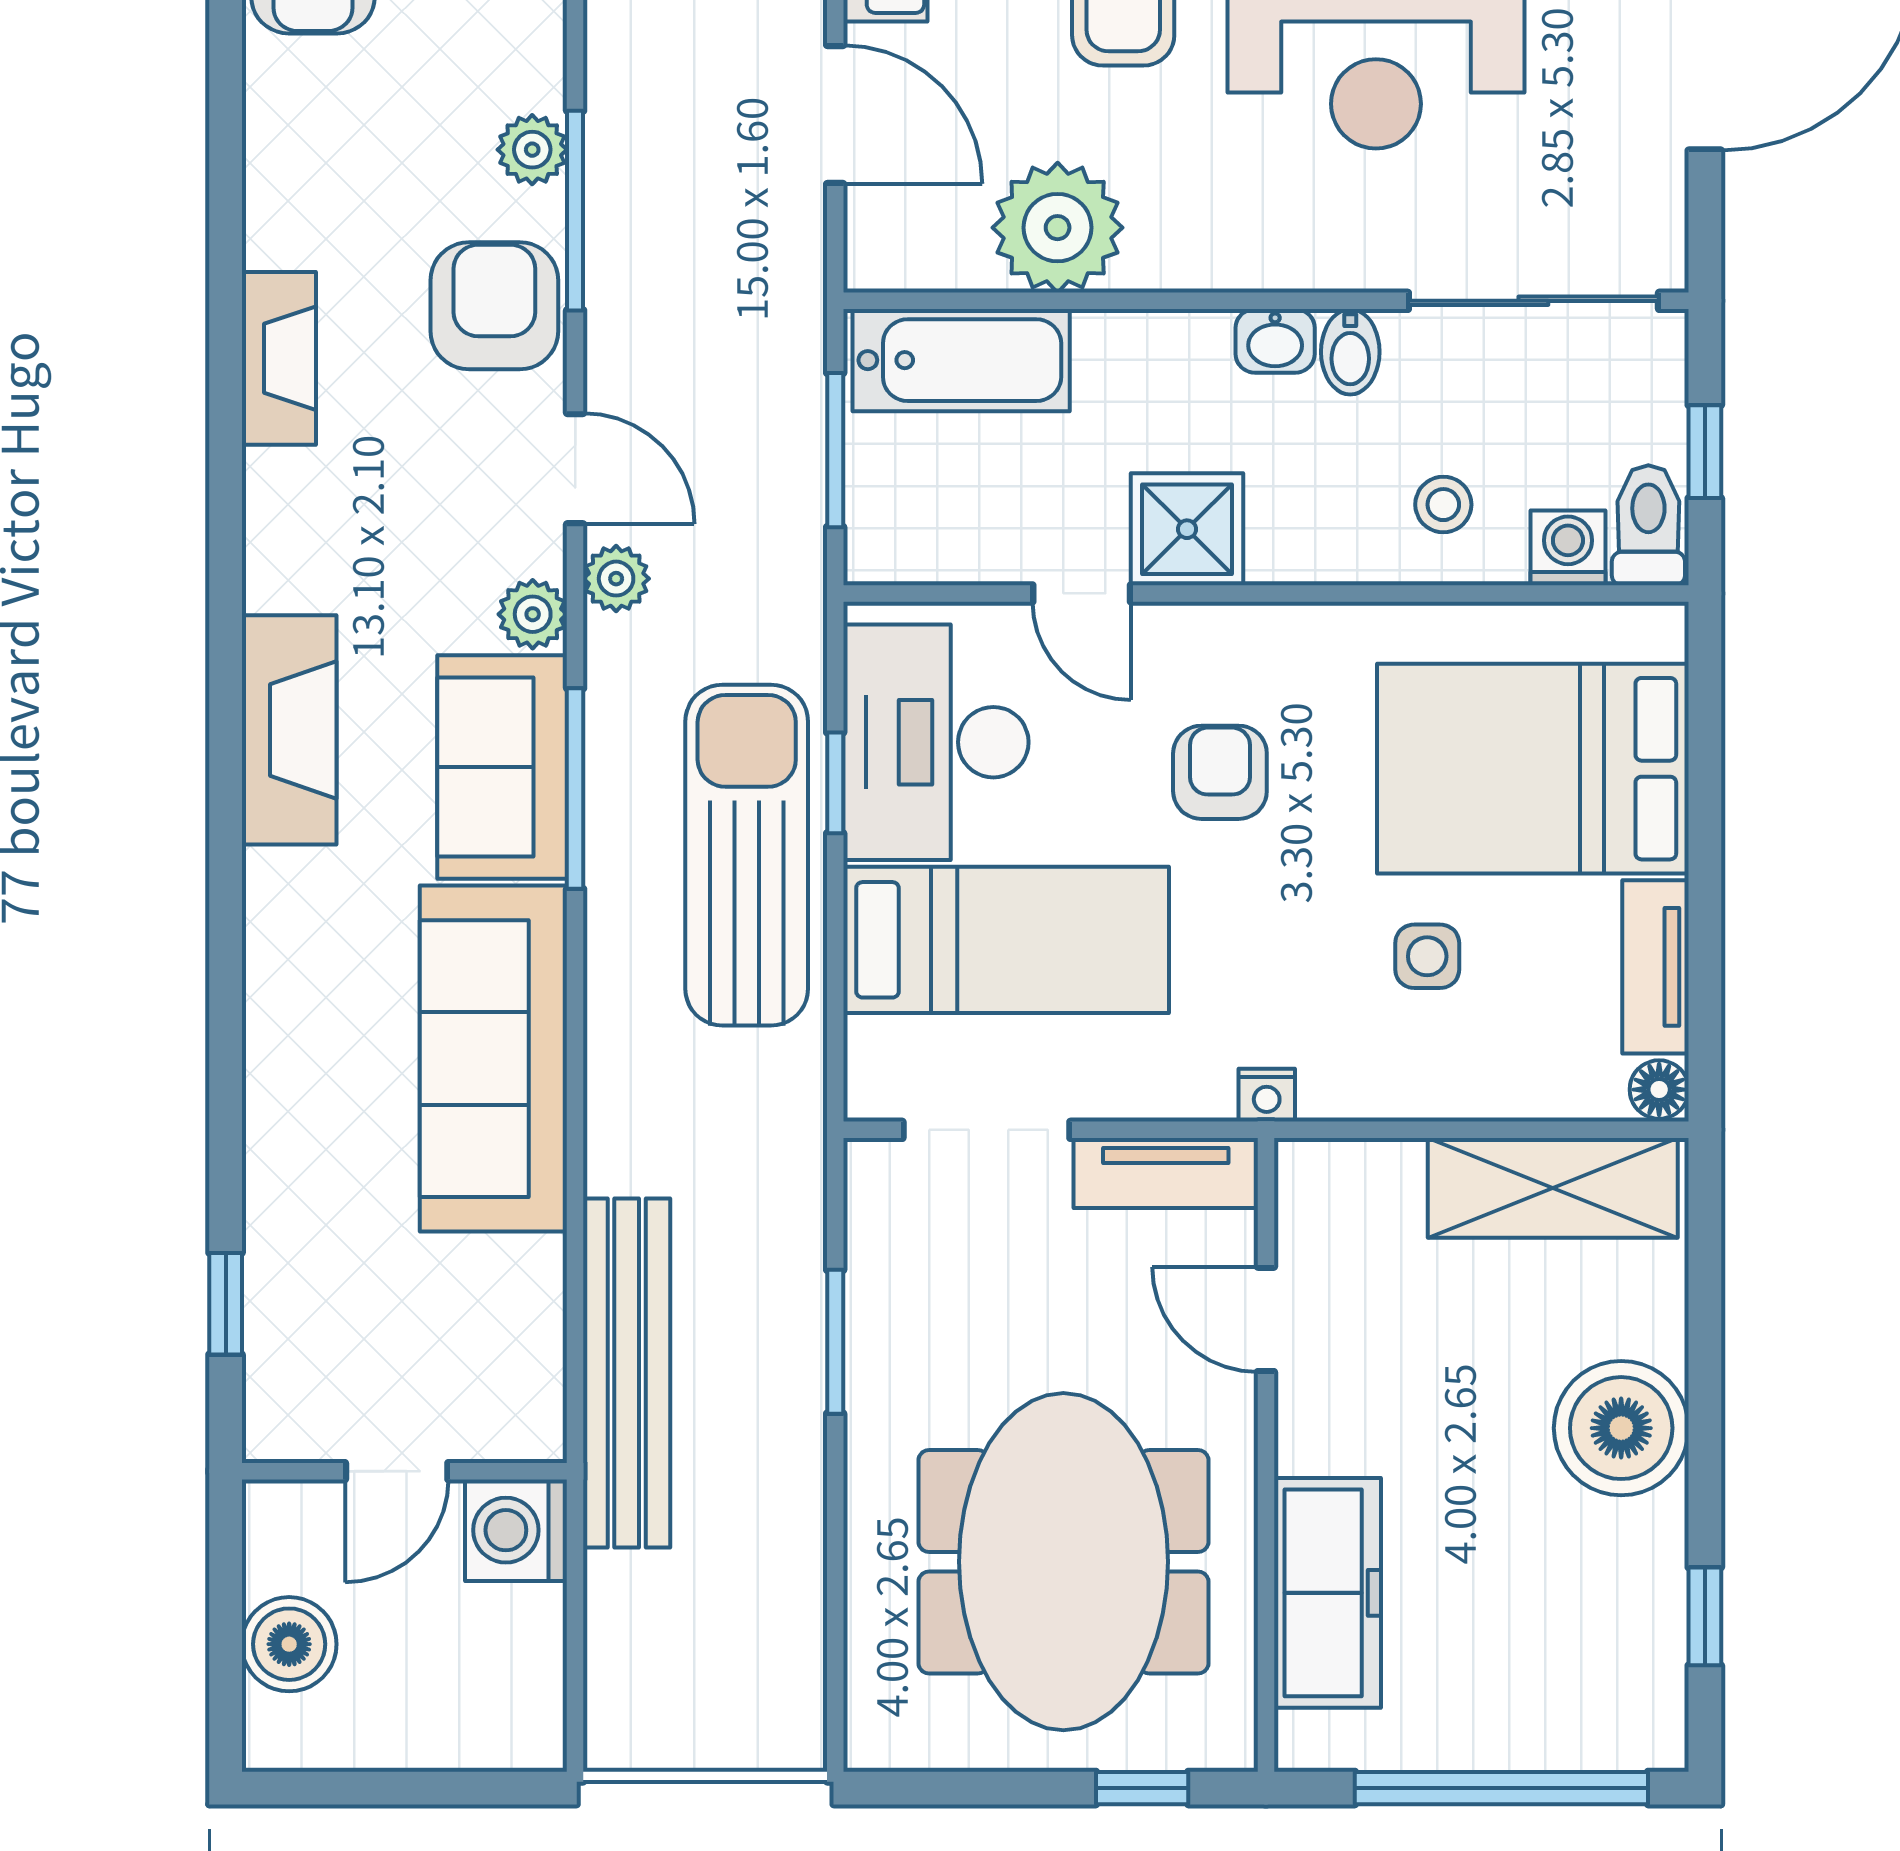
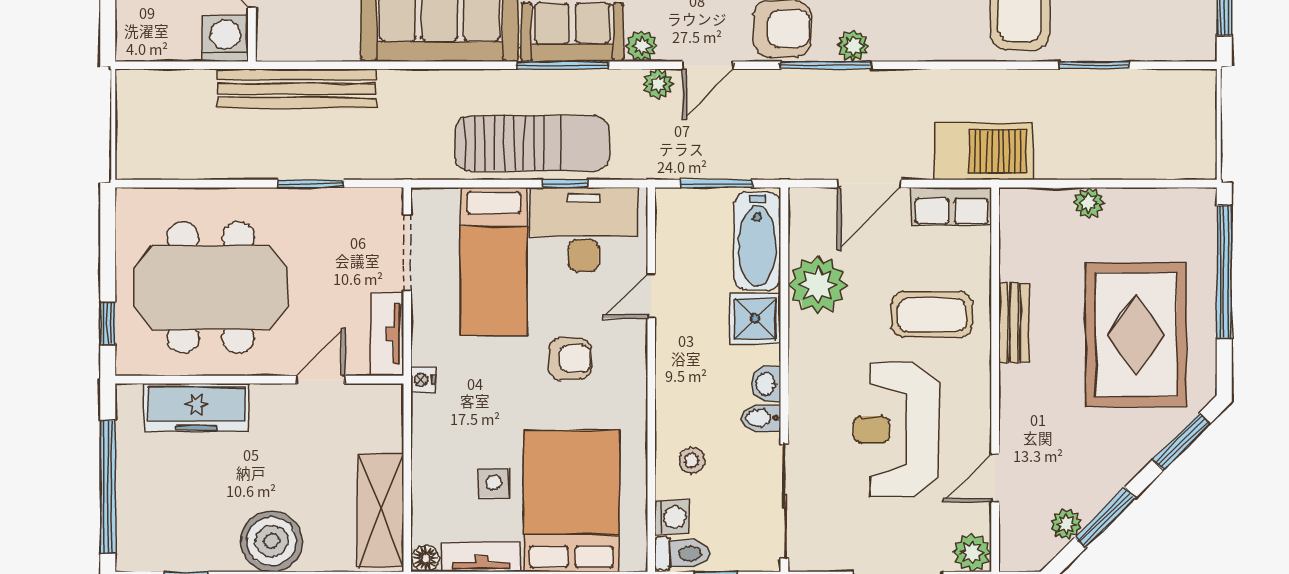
shower: (1187, 529) -> (755, 319), moved
side table: (1427, 956) -> (494, 483), moved

